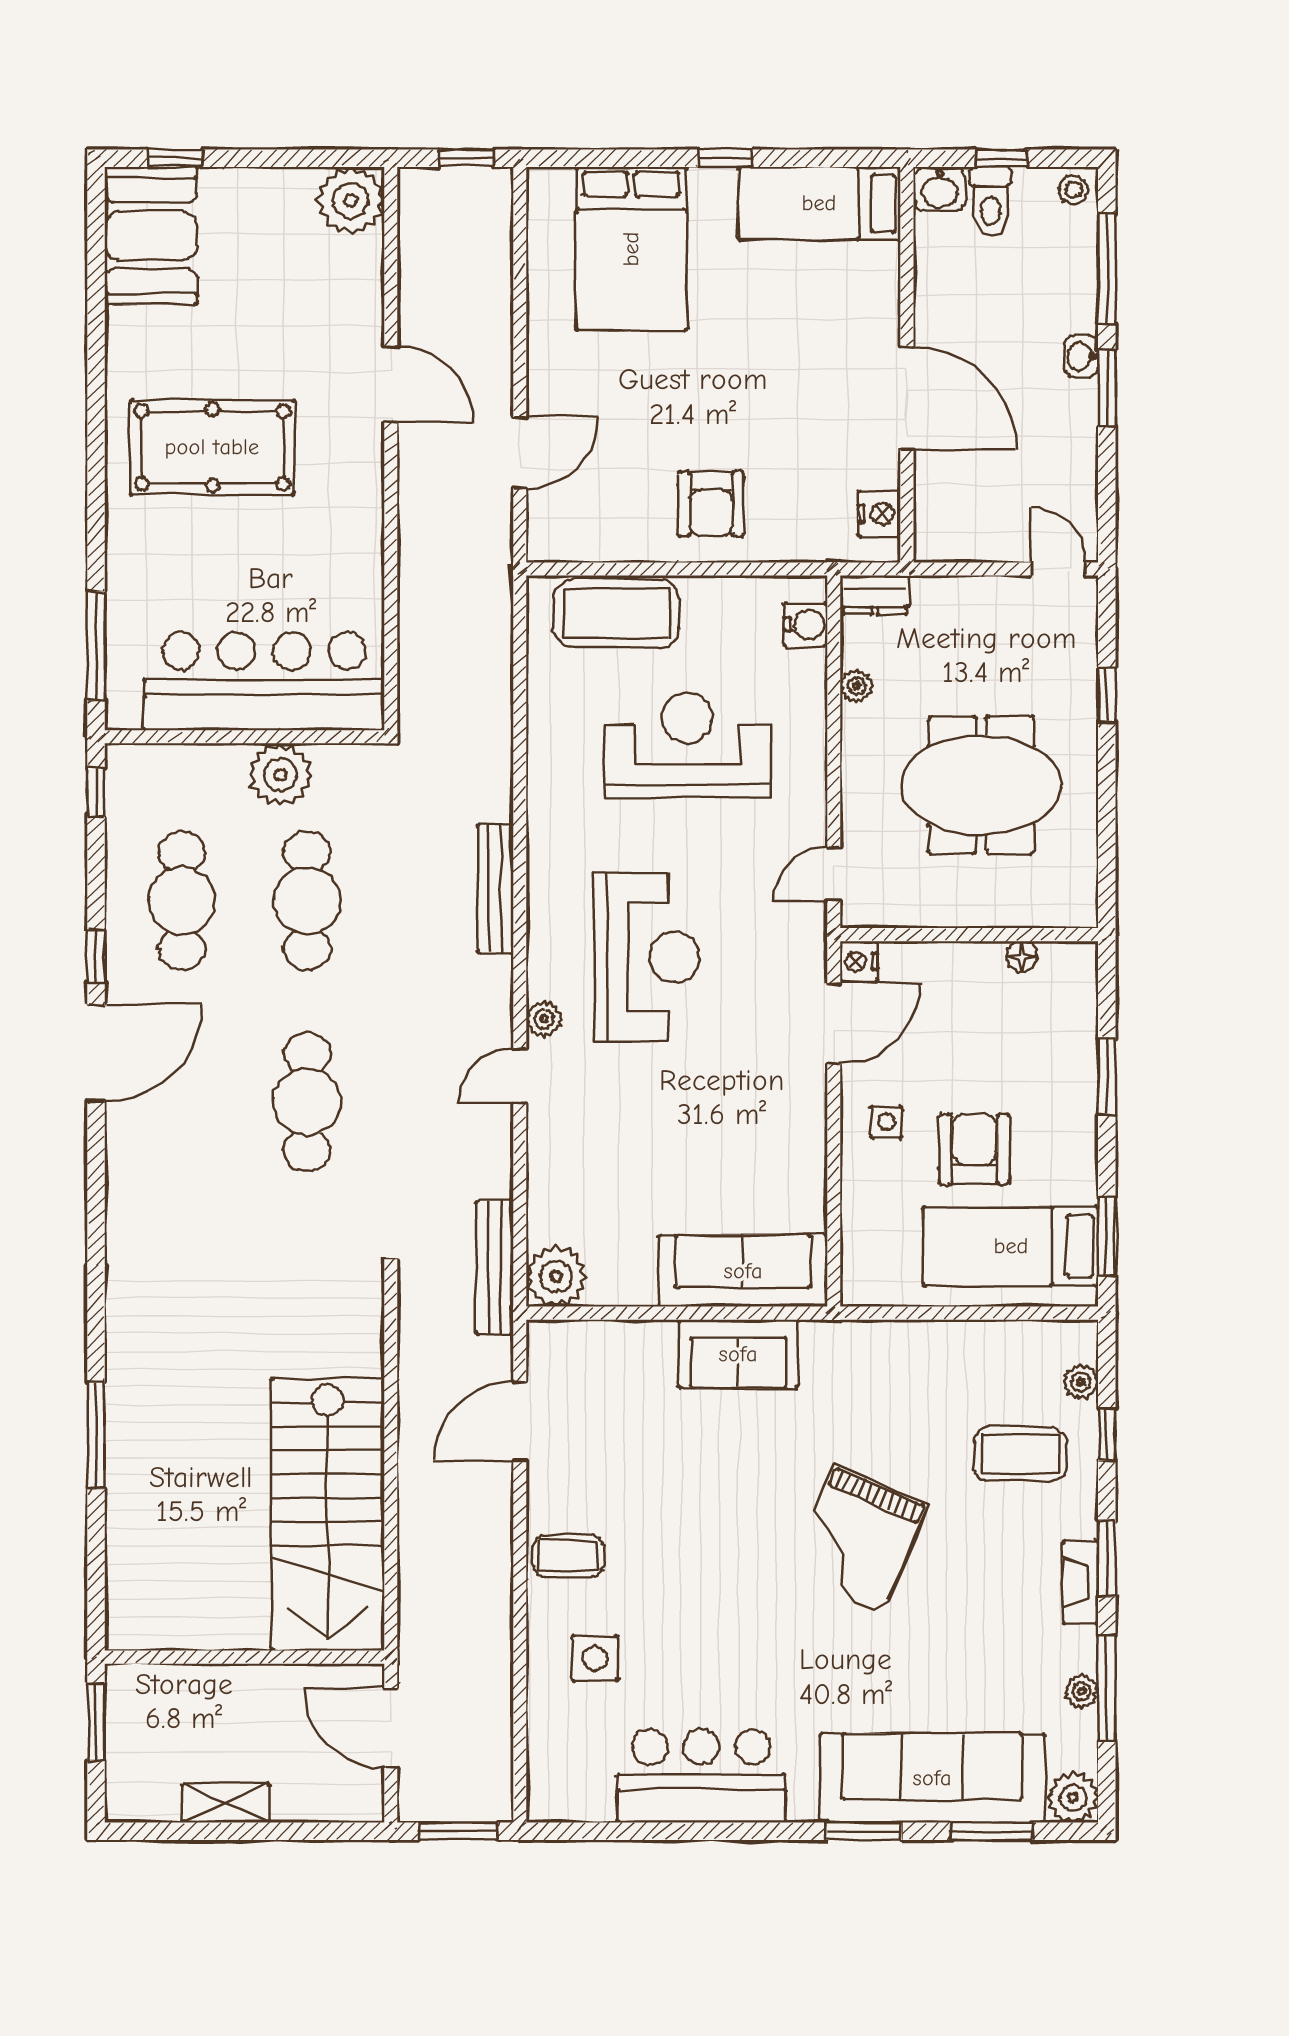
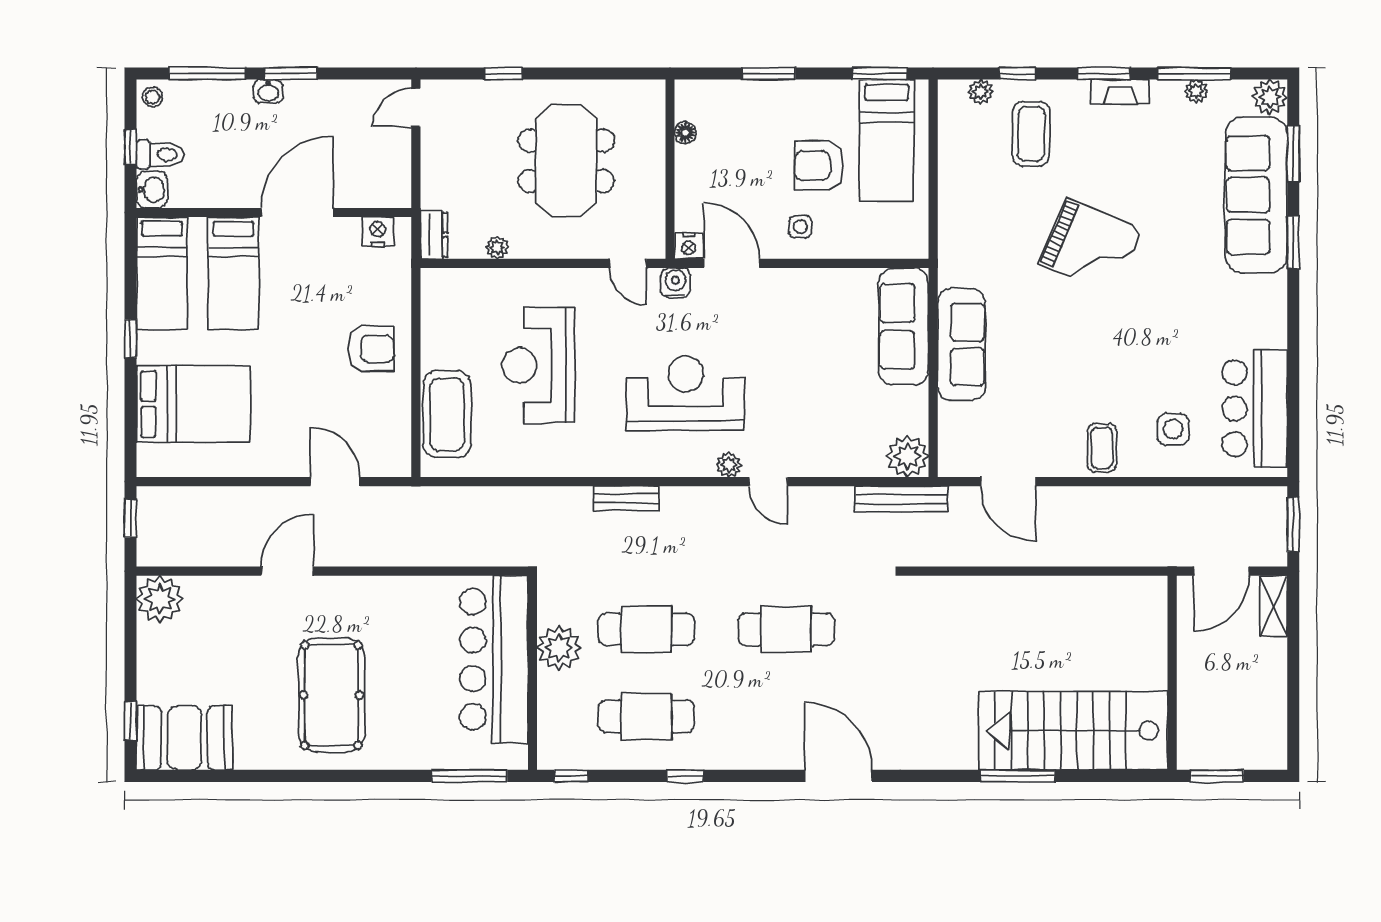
bed: (819, 306) -> (233, 273), added
water cooler: (806, 624) -> (675, 283), moved
bench: (495, 889) -> (626, 498), width x0.73
door: (96, 1053) -> (838, 776), moved
sofa: (738, 1354) -> (961, 345), width x1.36
stairs: (328, 1515) -> (1073, 731), moved, turned 180
bar counter: (701, 1776) -> (1255, 408), moved
shelving: (226, 1803) -> (1274, 606), moved

